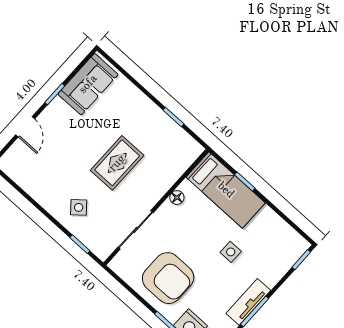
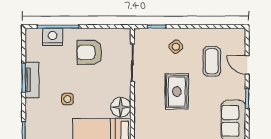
coffee table: (57, 161) -> (212, 61), added
floor lamp: (177, 198) -> (121, 107), width x1.89, depth x1.89
armchair: (168, 278) -> (89, 52), width x0.73, depth x0.73

